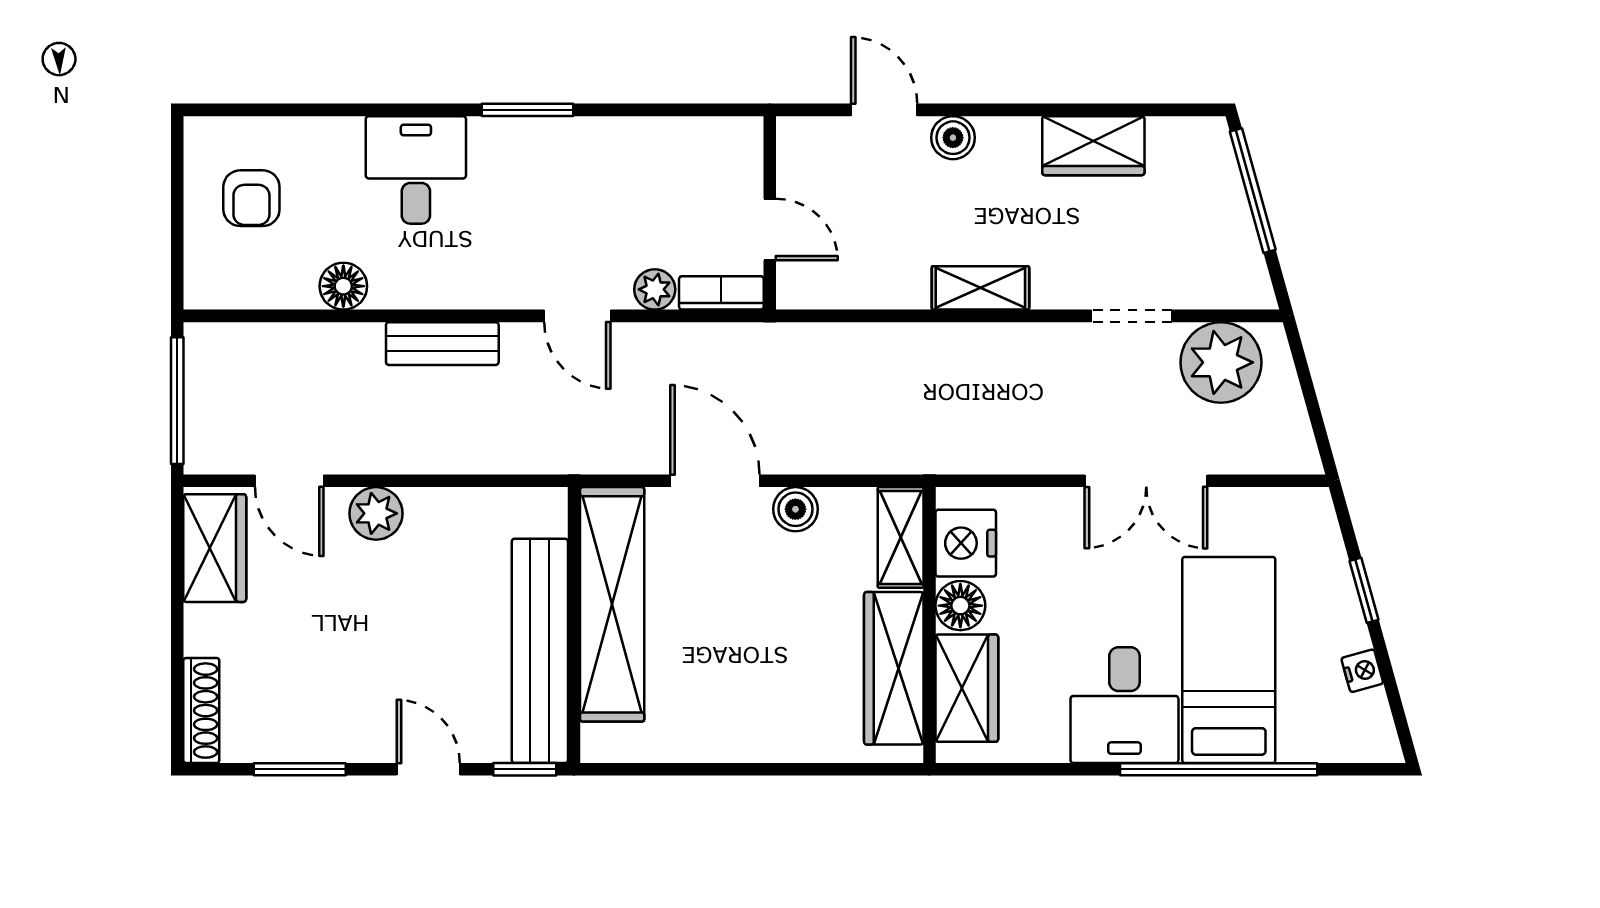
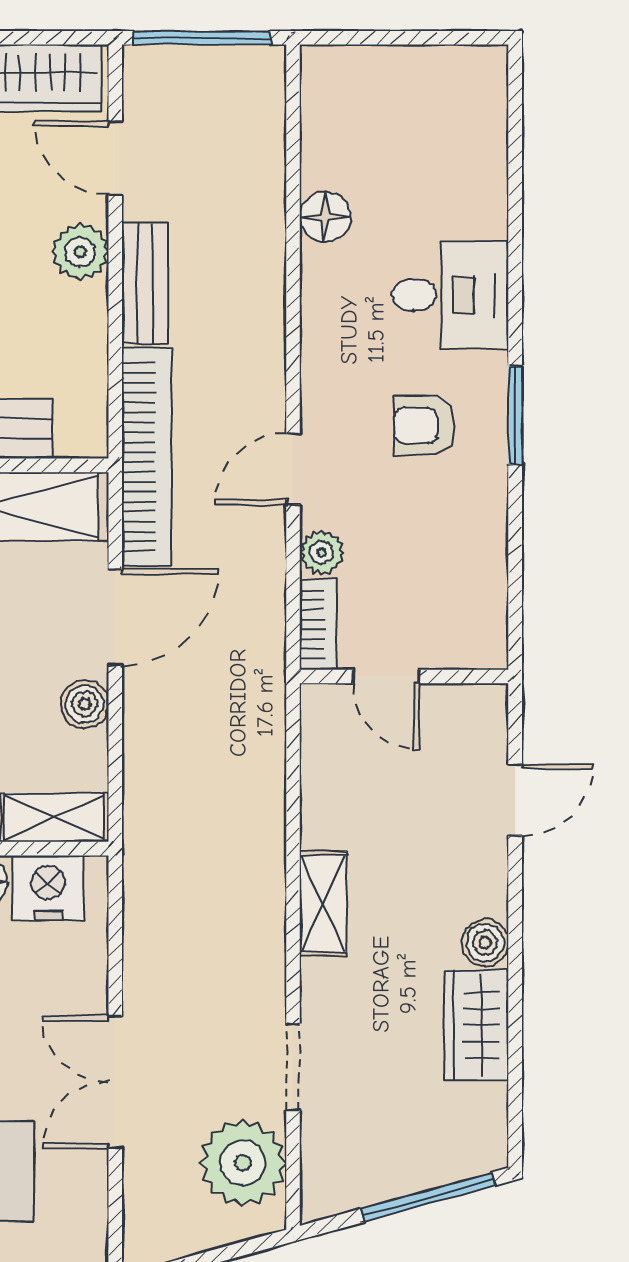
boiler: (953, 138) -> (485, 942), moved
armchair: (251, 198) -> (424, 426), moved
door: (770, 229) -> (386, 676), hinge flipped
bench: (442, 344) -> (145, 283), moved
bookcase: (566, 452) -> (147, 457), added
door: (289, 481) -> (115, 158), hinge flipped

